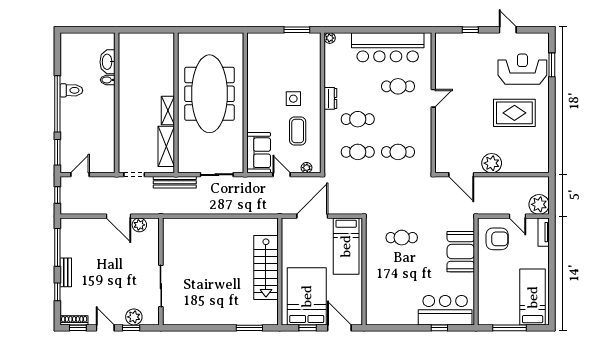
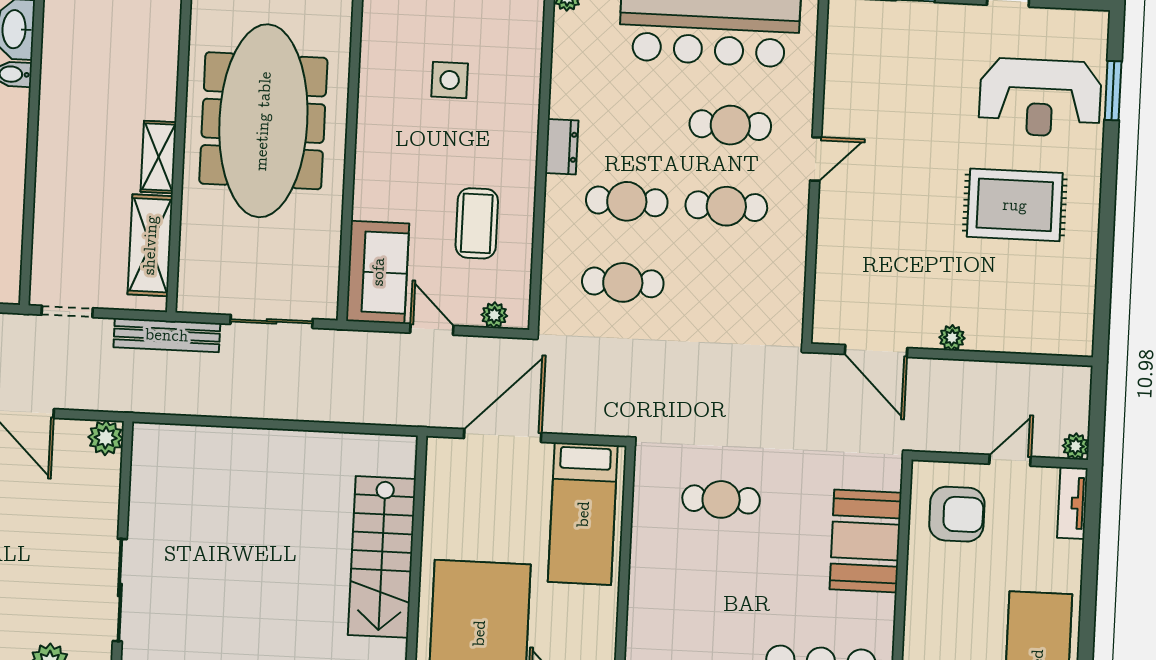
reception desk: (522, 69) -> (1040, 98), turned 180
side table: (293, 99) -> (450, 80), moved
cafe table: (398, 152) -> (726, 206), moved
plant: (492, 163) -> (952, 338), width x0.53, depth x0.53
plant: (539, 204) -> (1076, 446), width x0.53, depth x0.53
door: (517, 216) -> (1010, 460), swing flipped
plant: (139, 225) -> (106, 438), moved

